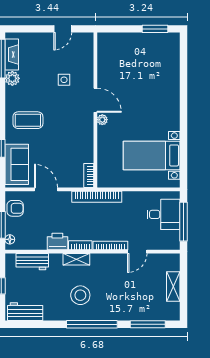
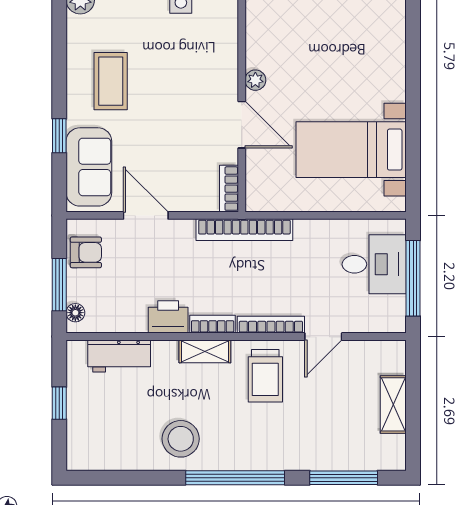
door: (95, 100) -> (242, 125), moved
coffee table: (28, 120) -> (111, 81), turned 90
trolley: (107, 272) -> (265, 376), added
stool: (80, 295) -> (181, 439), moved
workbench: (25, 312) -> (105, 453), removed

